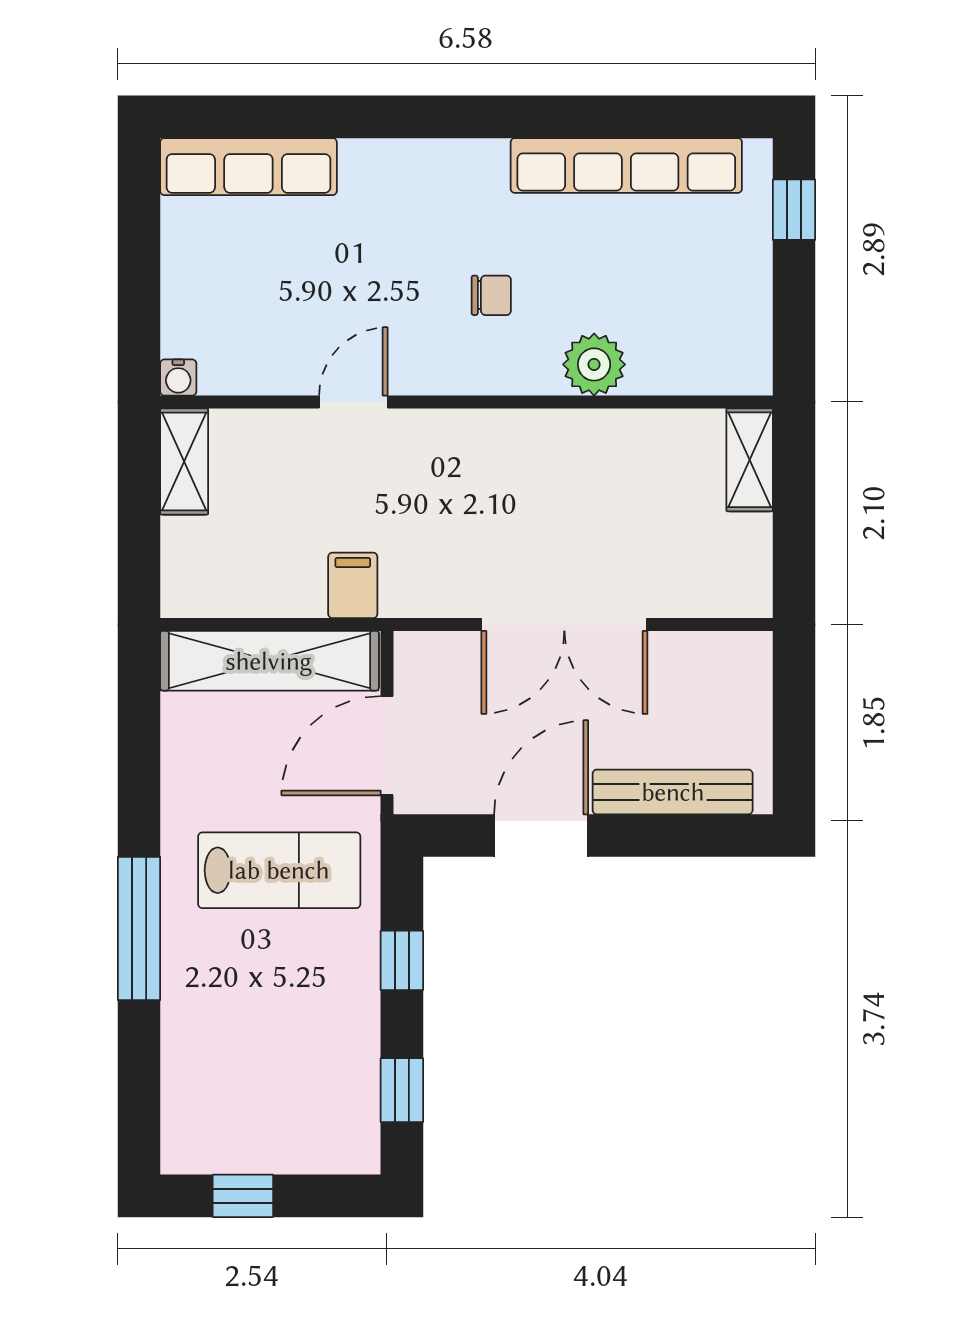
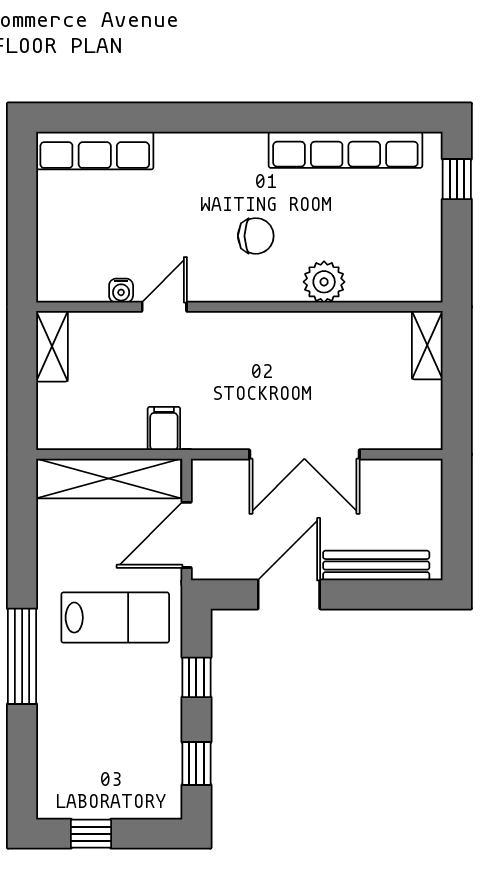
chair: (491, 295) -> (256, 236), width x1.37, depth x1.37
water cooler: (178, 378) -> (121, 291), moved

